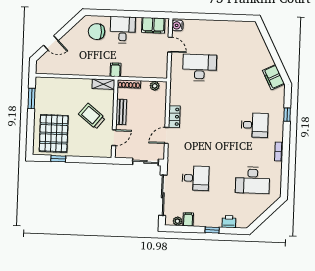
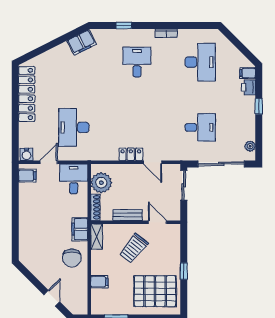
filing cabinet: (153, 25) -> (27, 176), width x0.50
locker: (230, 28) -> (27, 94), added
desk: (123, 30) -> (74, 179), moved, turned 90
chair: (97, 32) -> (72, 258), moved
filing cabinet: (115, 70) -> (80, 229), width x2.00
filing cabinet: (64, 85) -> (99, 282), added
plant: (155, 86) -> (101, 183), width x1.88, depth x1.88
window: (58, 159) -> (184, 271), moved
desk: (195, 178) -> (200, 127), turned 90
filing cabinet: (188, 219) -> (248, 73), moved

